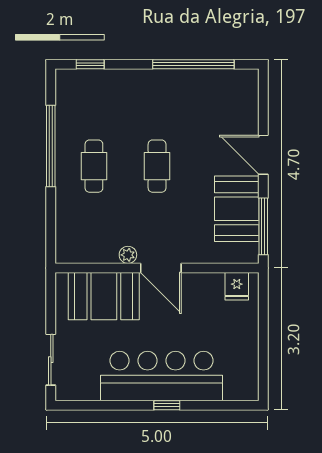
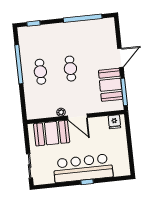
door: (263, 155) -> (120, 58), swing flipped

